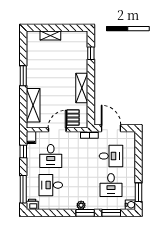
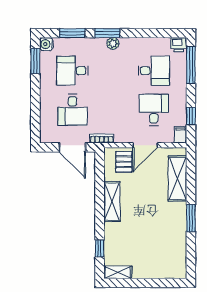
shelving: (50, 36) -> (118, 272), moved
desk: (111, 156) -> (72, 110), turned -90
desk: (111, 185) -> (72, 71), turned -90

